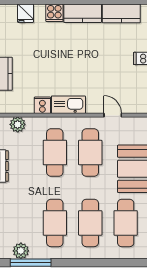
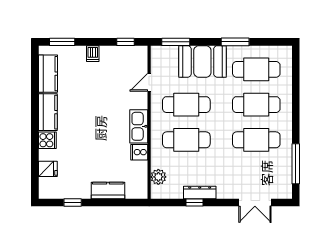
plant: (21, 251) -> (284, 174), removed

